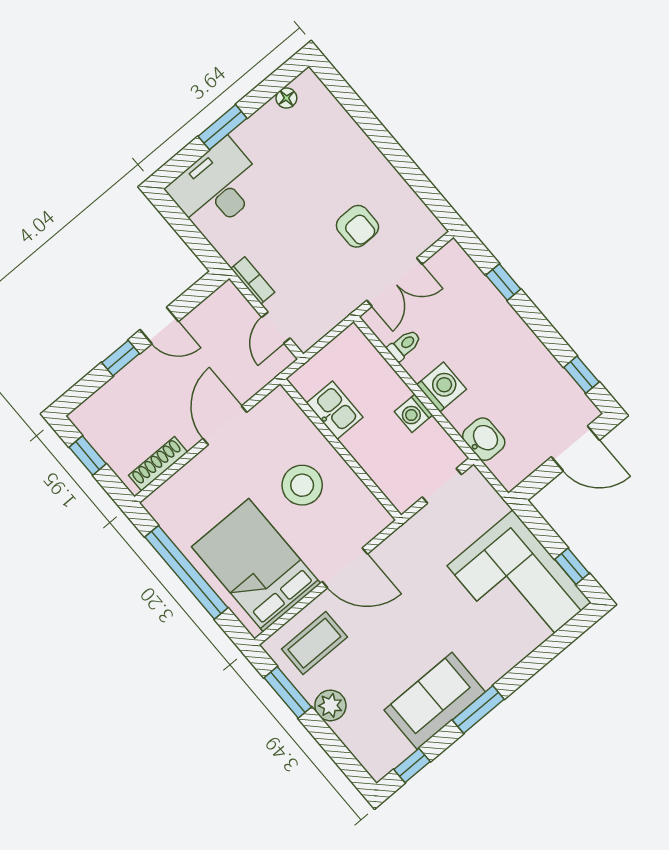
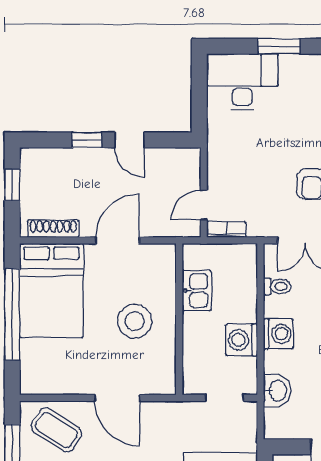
bookcase: (253, 280) -> (226, 230), moved, turned -90
washing machine: (413, 413) -> (241, 340), width x1.38, depth x1.38
bed: (256, 565) -> (51, 291), moved, turned 180
coffee table: (314, 643) -> (56, 430), turned 33

